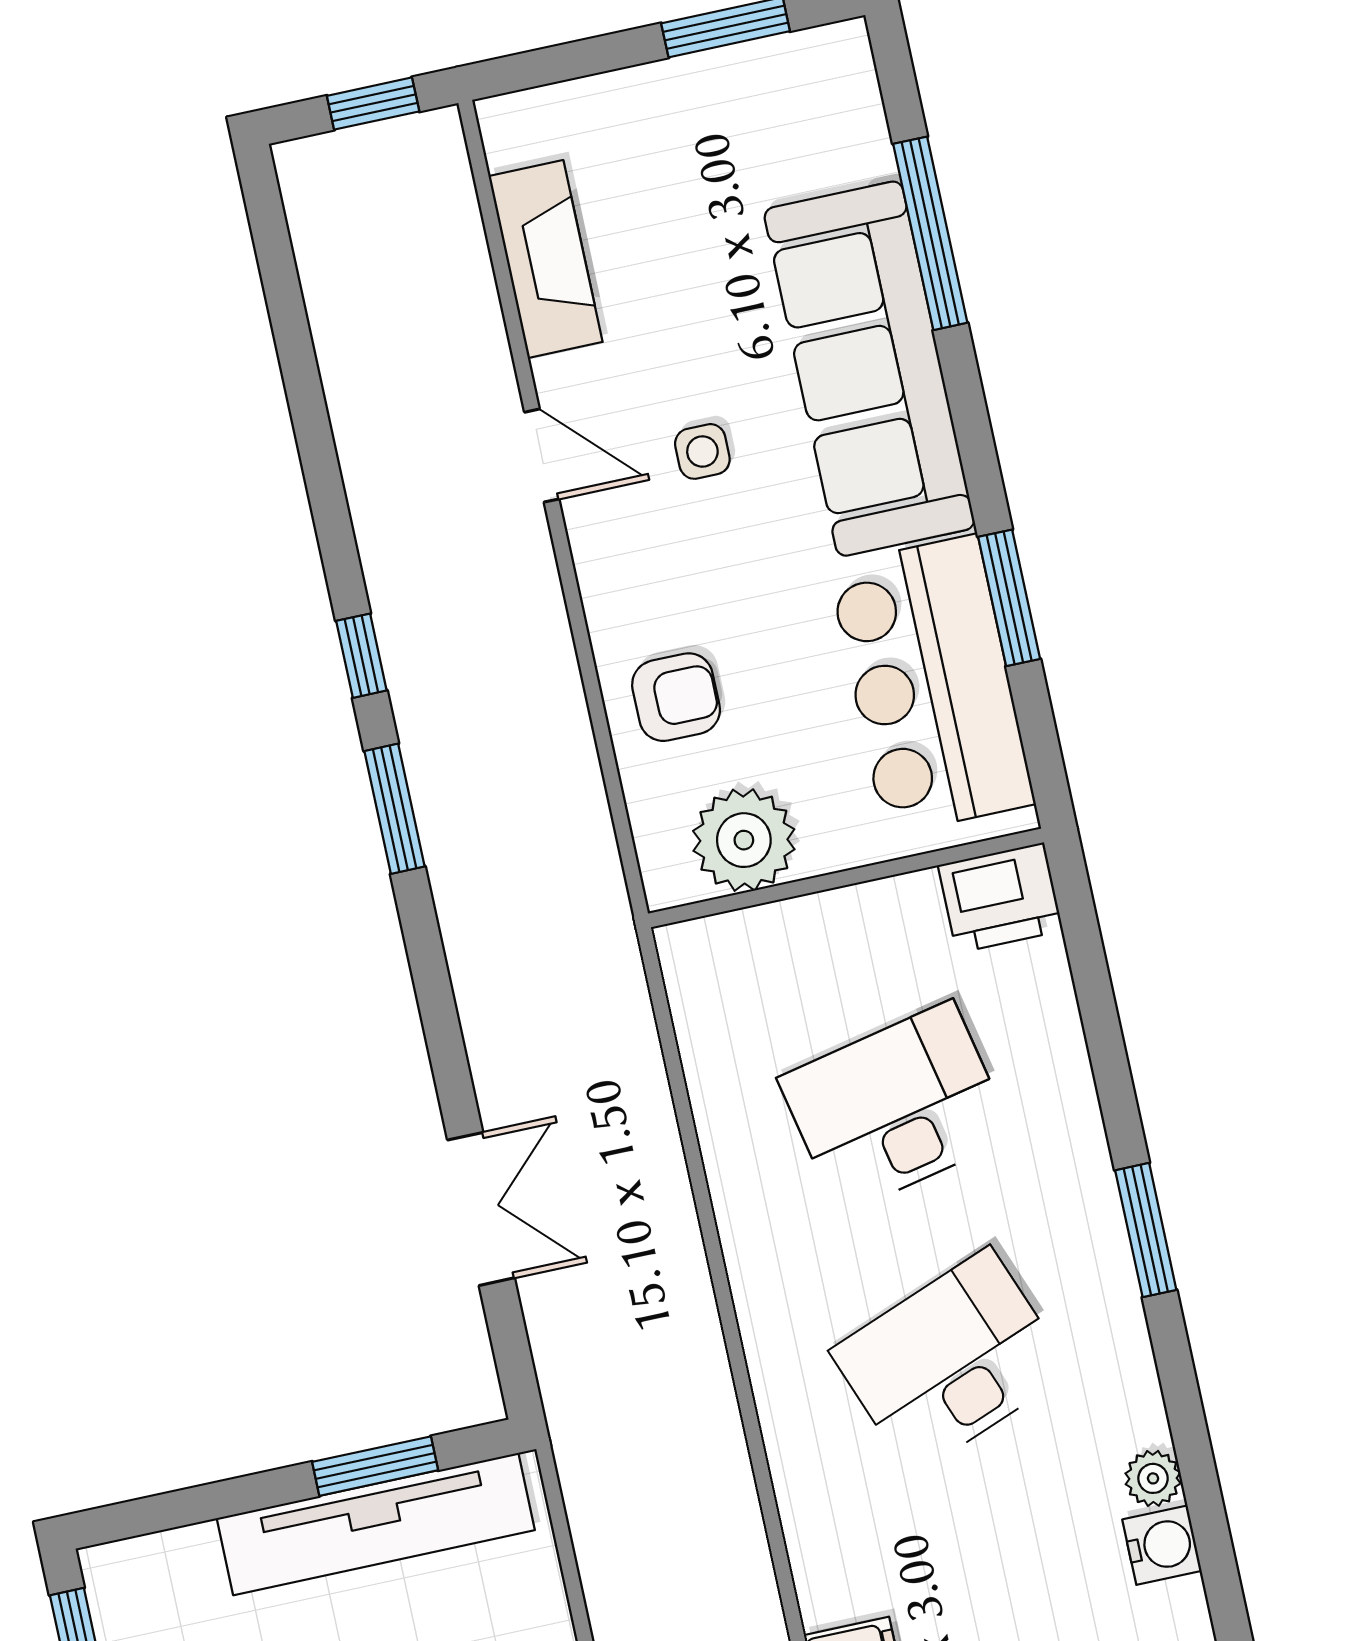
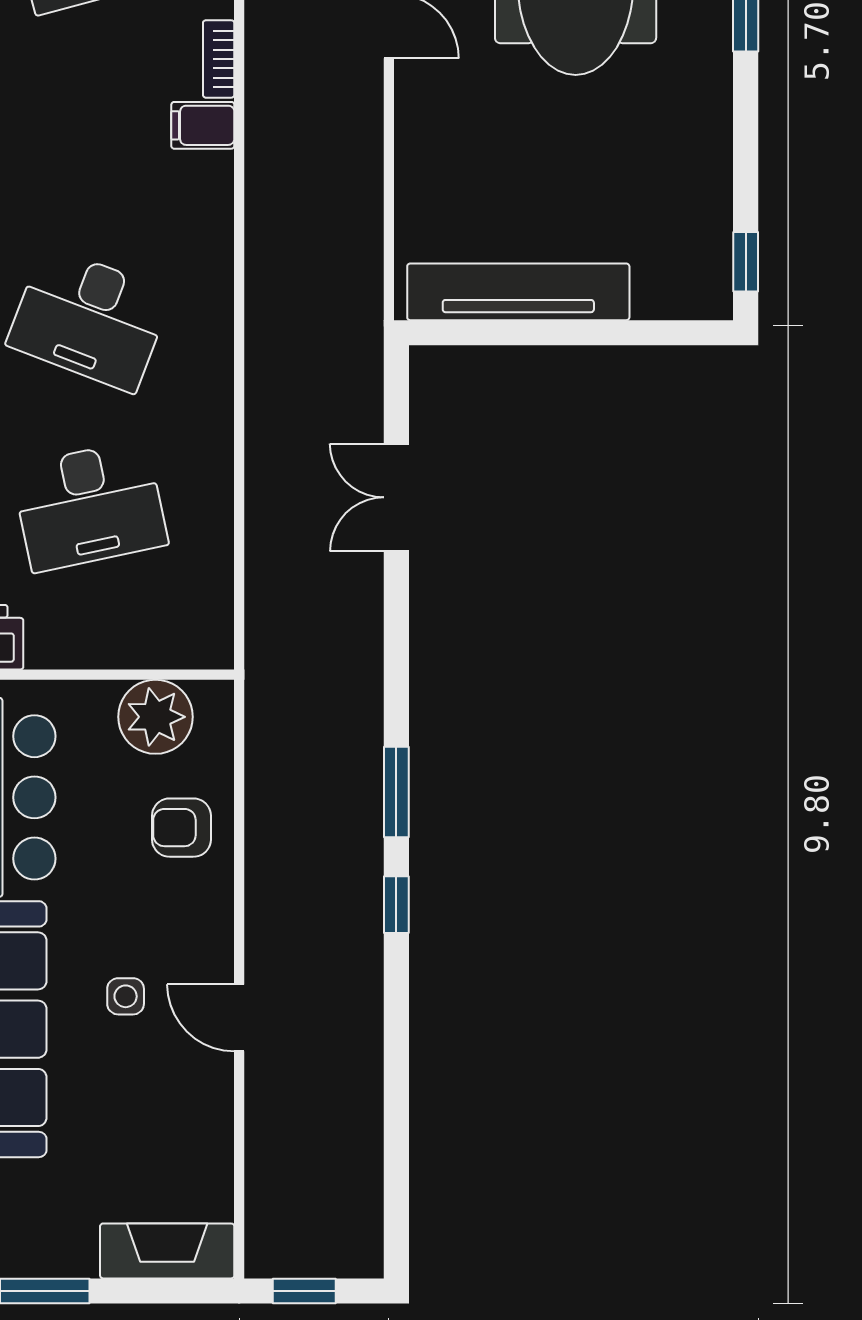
fireplace: (546, 259) -> (167, 1251), moved, turned 90
desk: (951, 1361) -> (89, 319), turned 42
window: (375, 1466) -> (510, 333), removed

